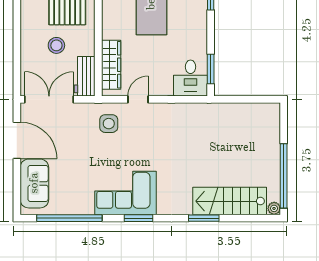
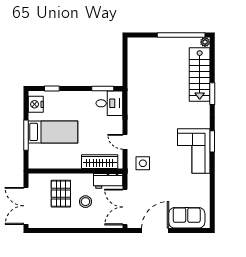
window: (69, 218) -> (212, 192), removed

